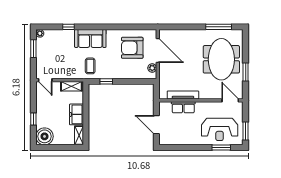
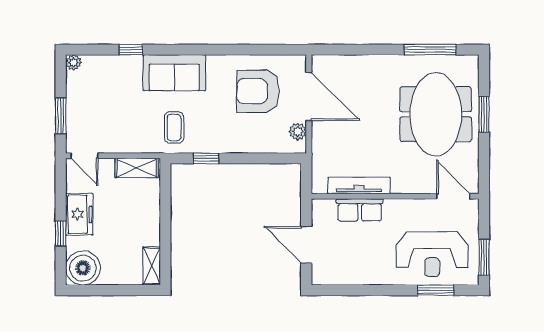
window: (33, 49) -> (61, 116), moved
window: (246, 72) -> (484, 114), moved
freezer: (76, 114) -> (79, 214), moved, turned 180

